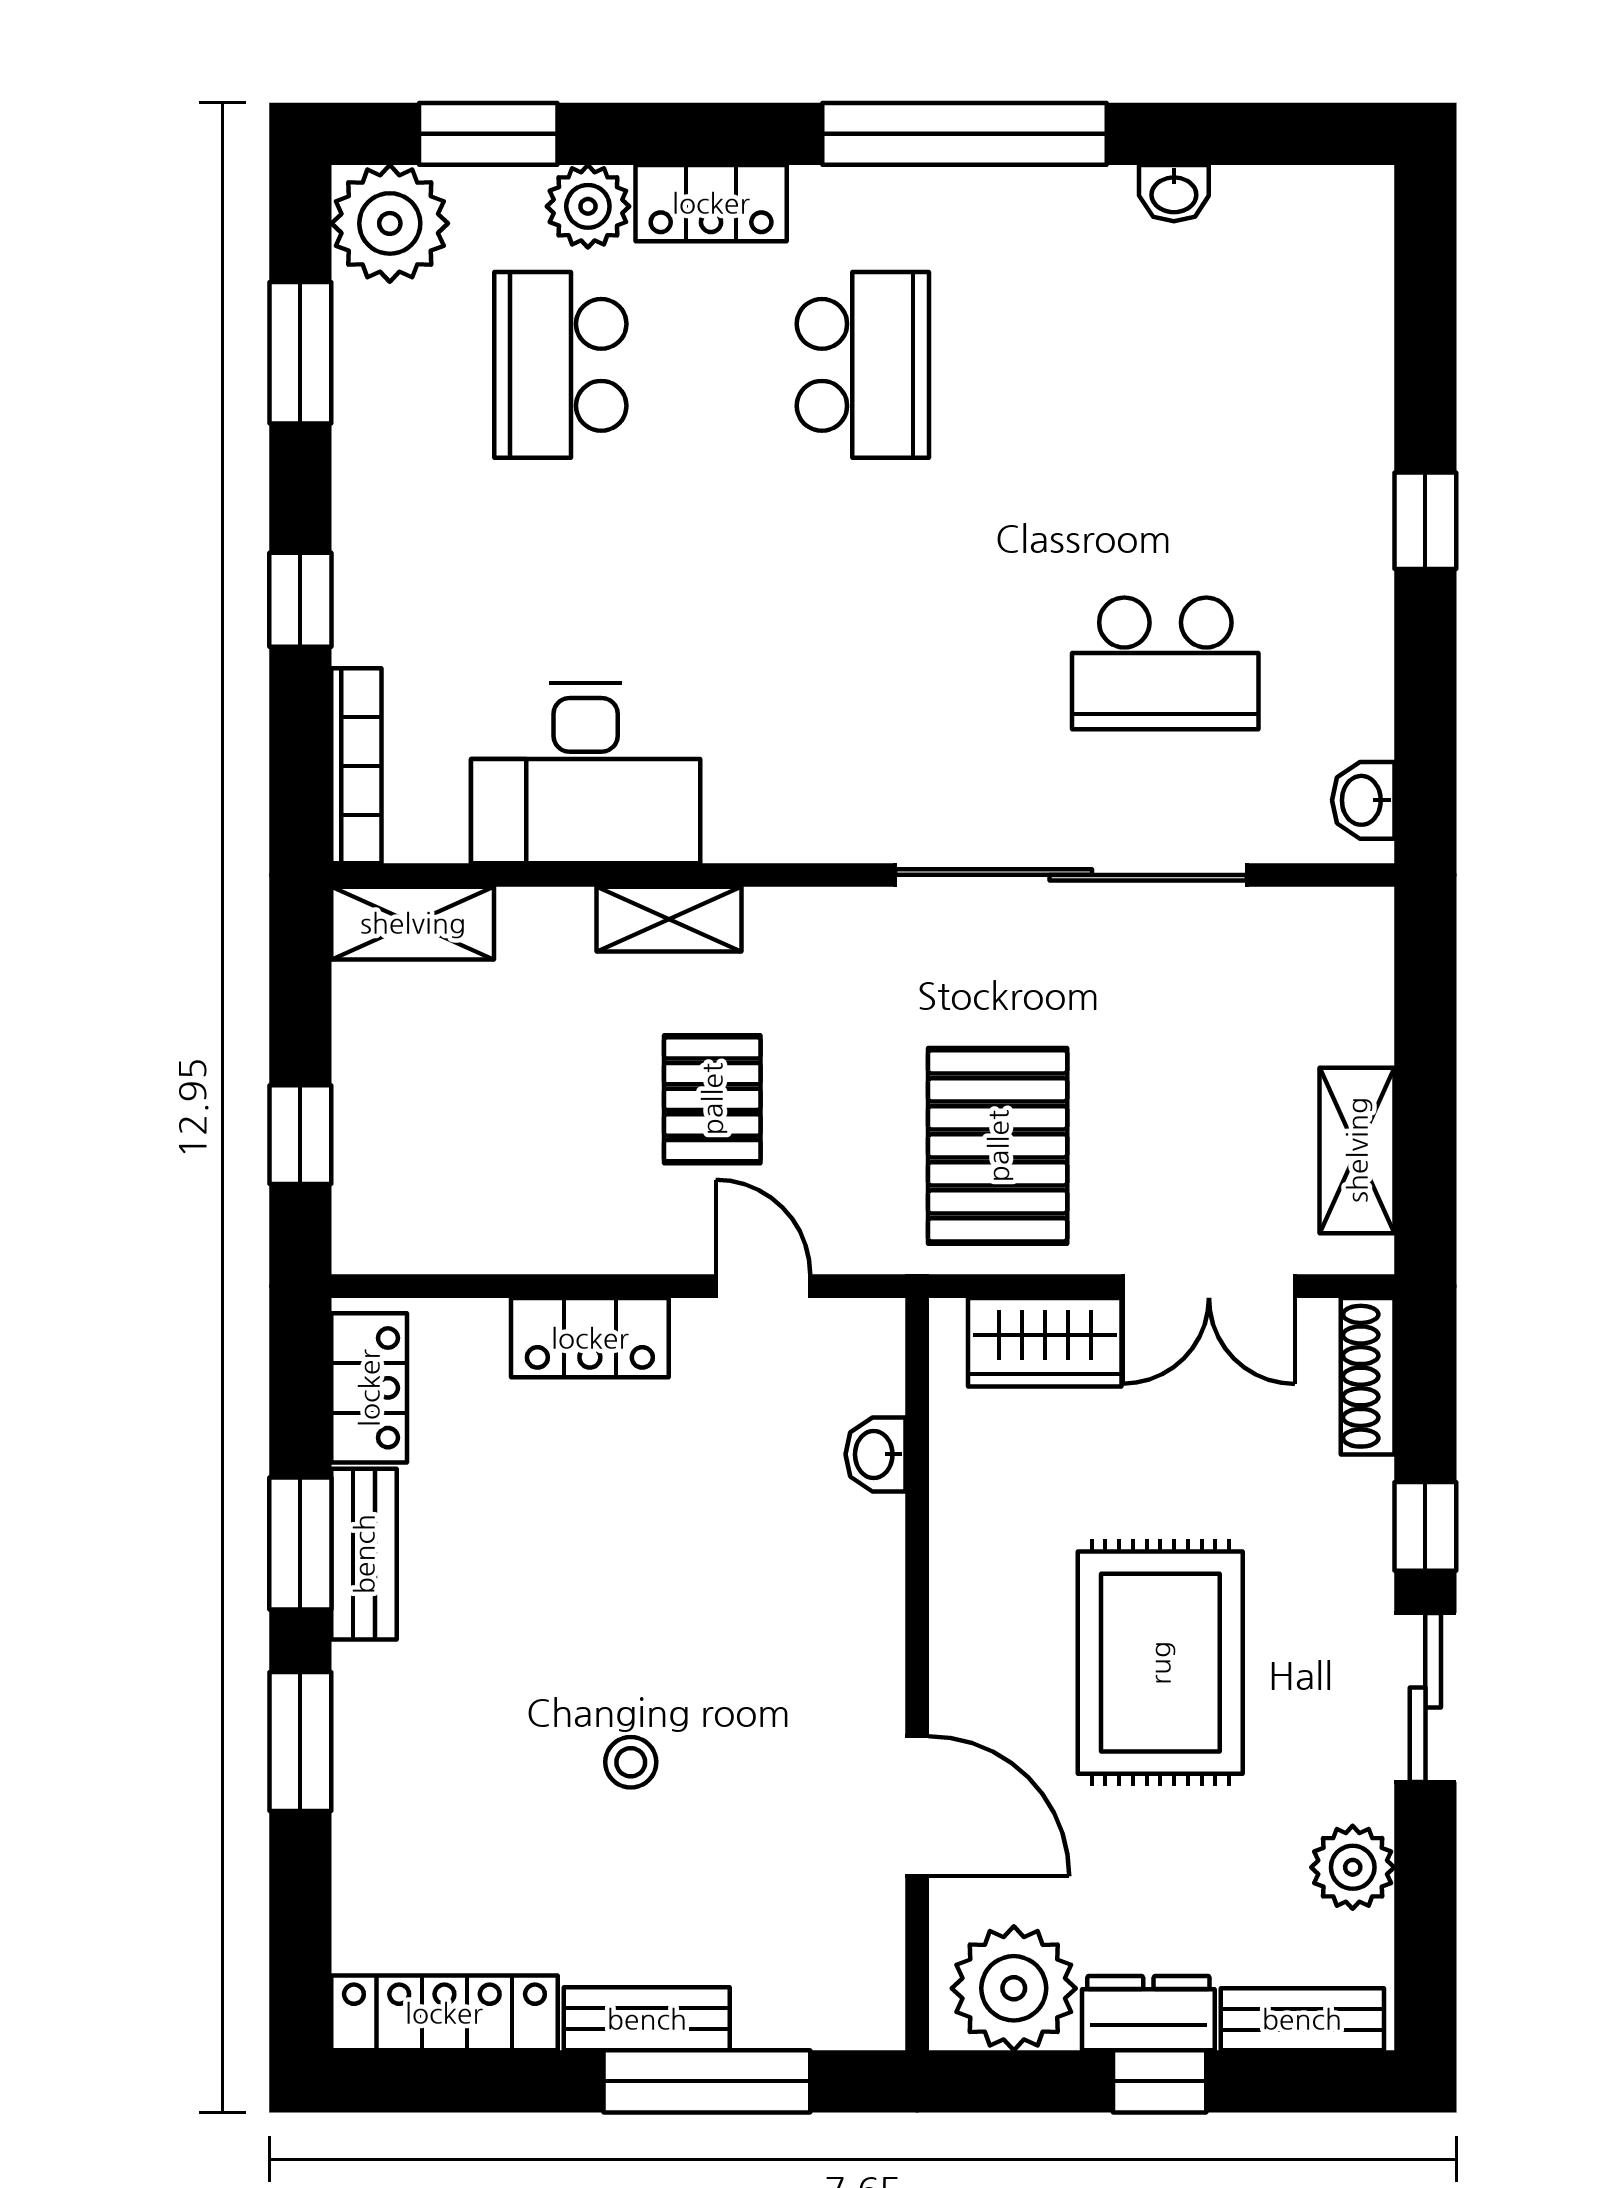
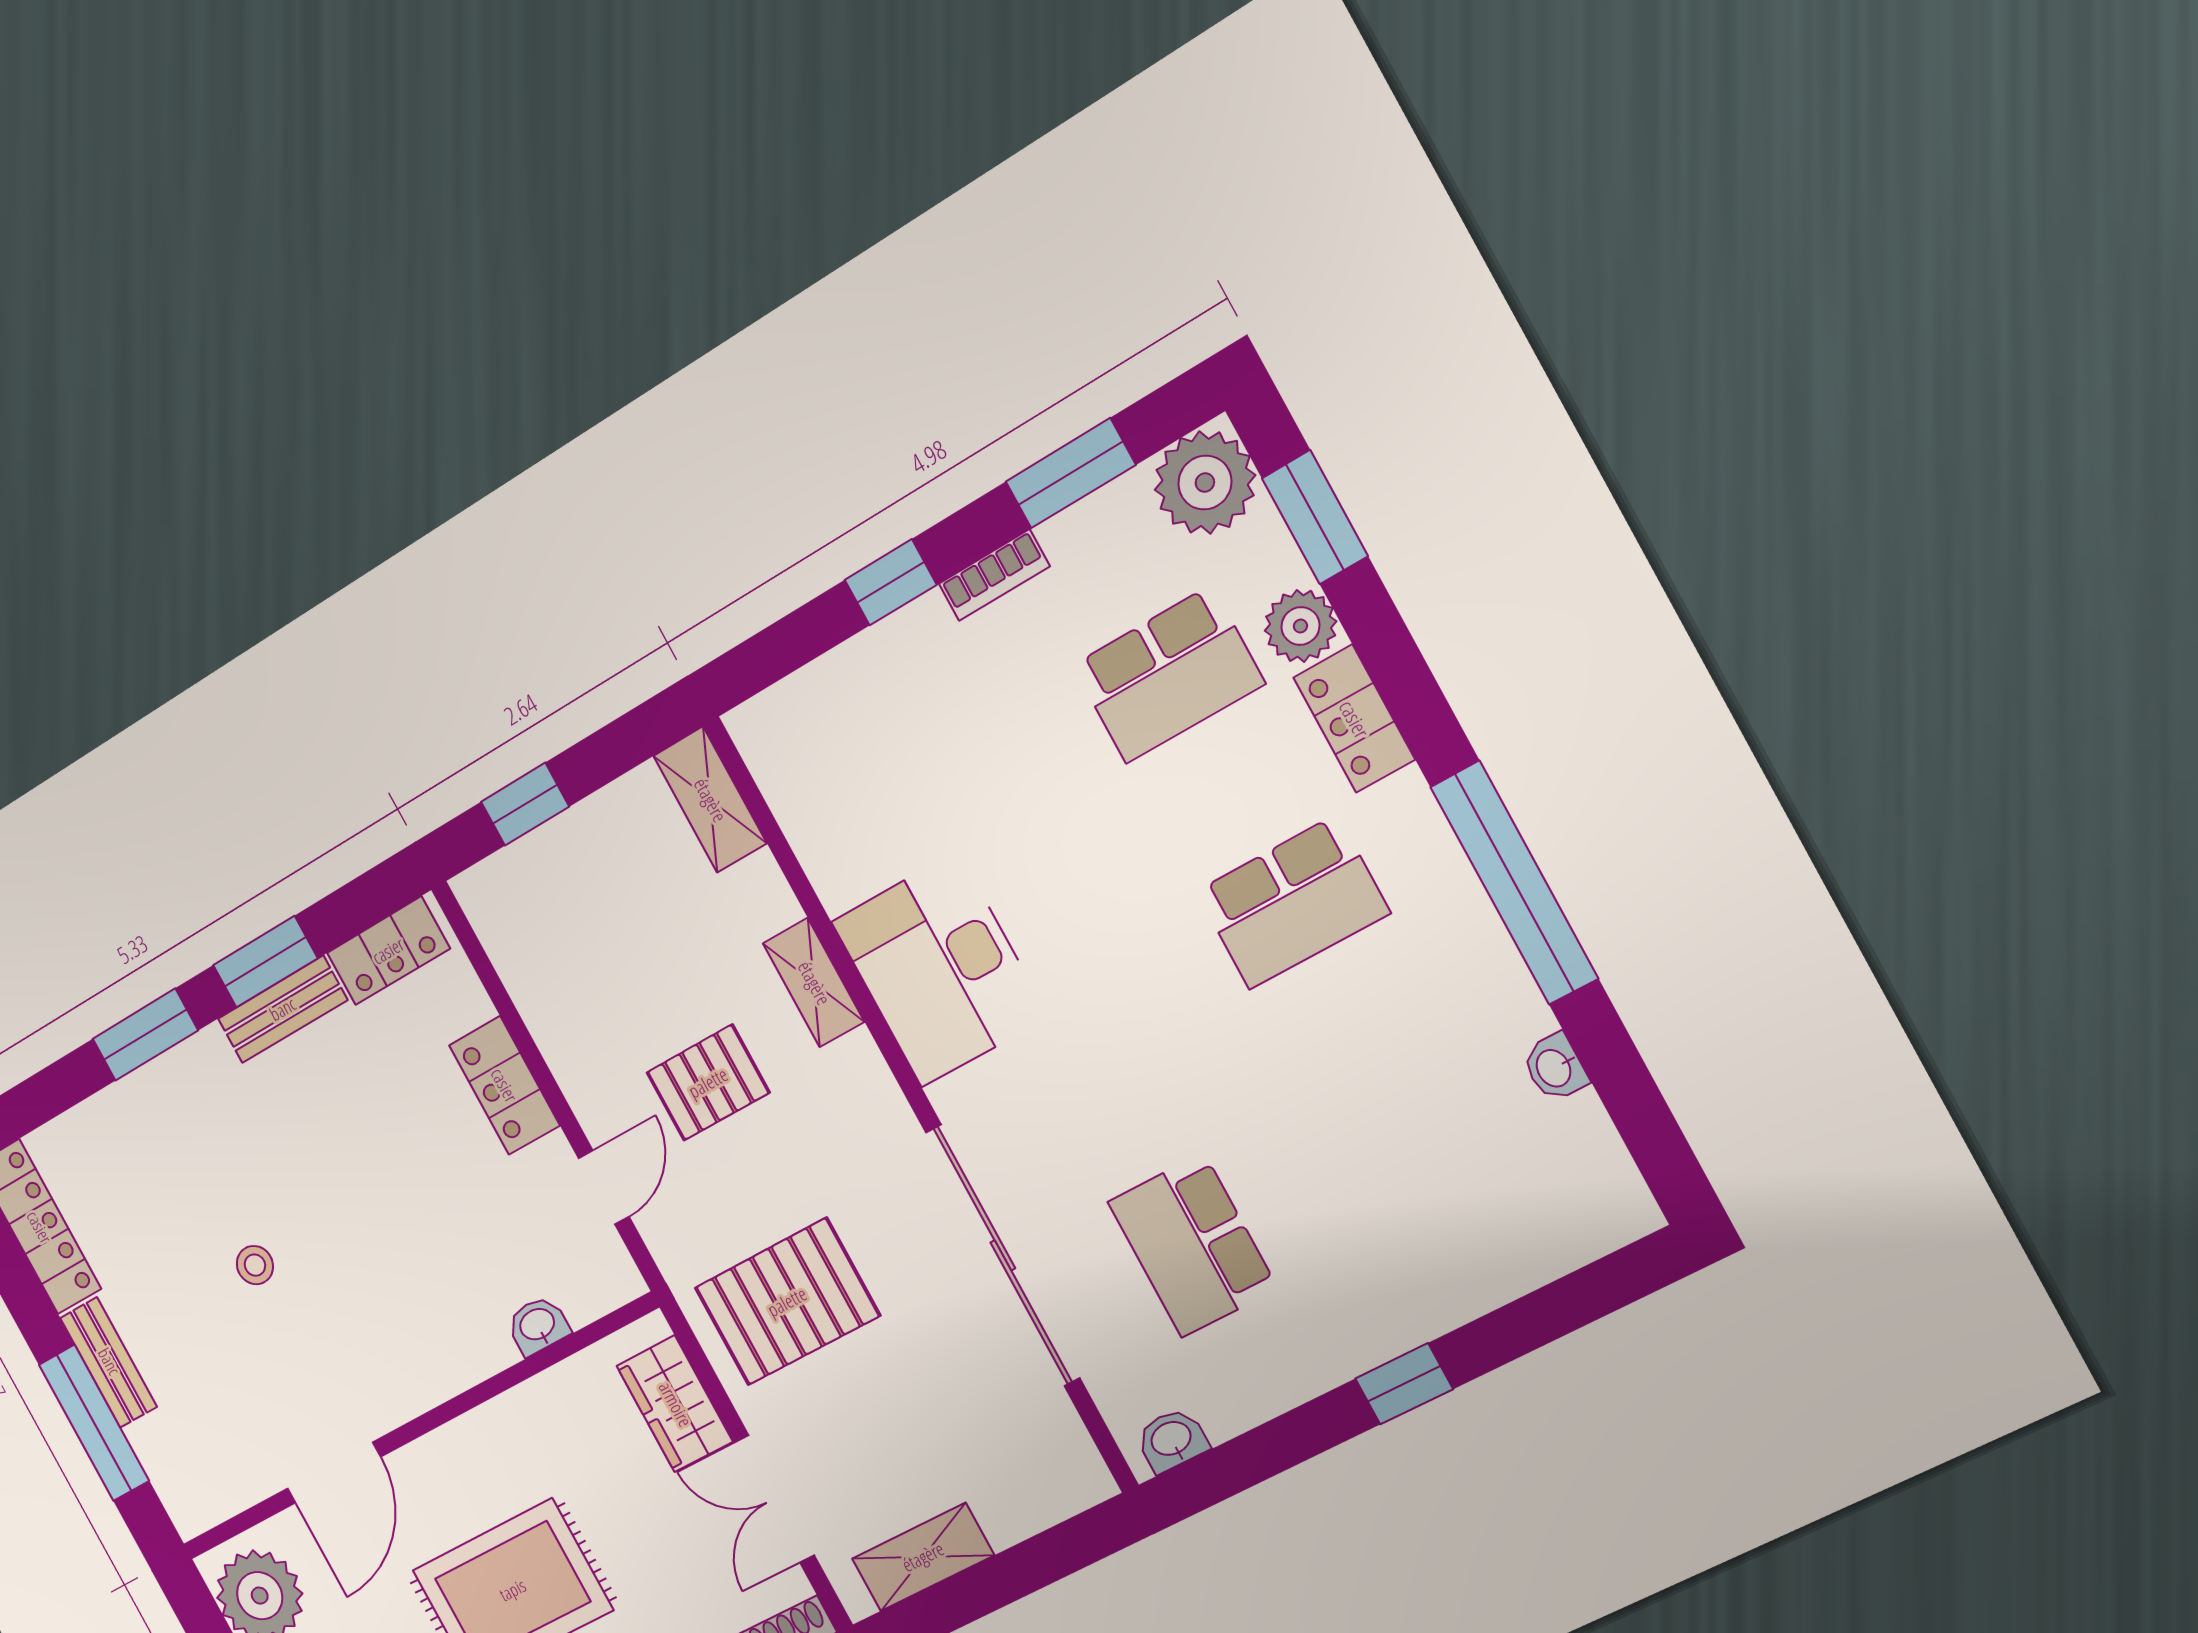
school desk: (560, 365) -> (1168, 675), turned 180
bookcase: (356, 766) -> (994, 575), moved, width x0.64
desk: (586, 773) -> (940, 969), moved

